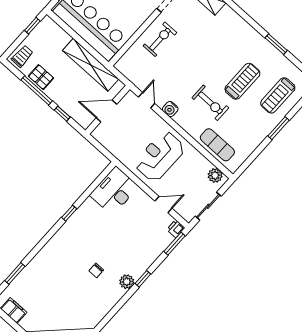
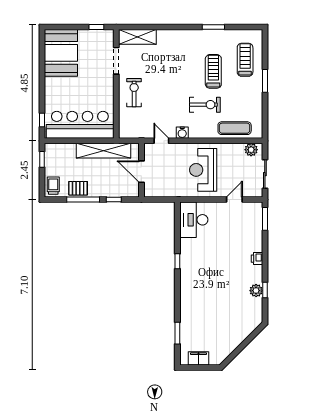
treadmill: (278, 95) -> (245, 60), turned 180
door: (107, 111) -> (141, 172), hinge flipped
printer: (176, 229) -> (257, 259), moved
chair: (96, 270) -> (229, 283), removed
window: (143, 279) -> (265, 290), moved
plant: (127, 282) -> (256, 291), moved

